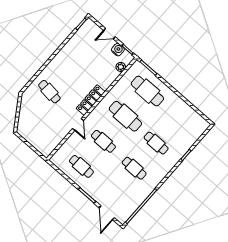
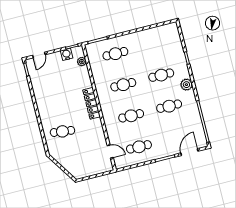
door: (109, 34) -> (39, 55), moved
cafe table: (147, 91) -> (115, 54), width x0.73, depth x0.74
cafe table: (125, 116) -> (123, 85), width x0.73, depth x0.74
door: (78, 124) -> (110, 151), moved
plant: (163, 170) -> (186, 85), added
door: (107, 213) -> (189, 152), swing flipped

